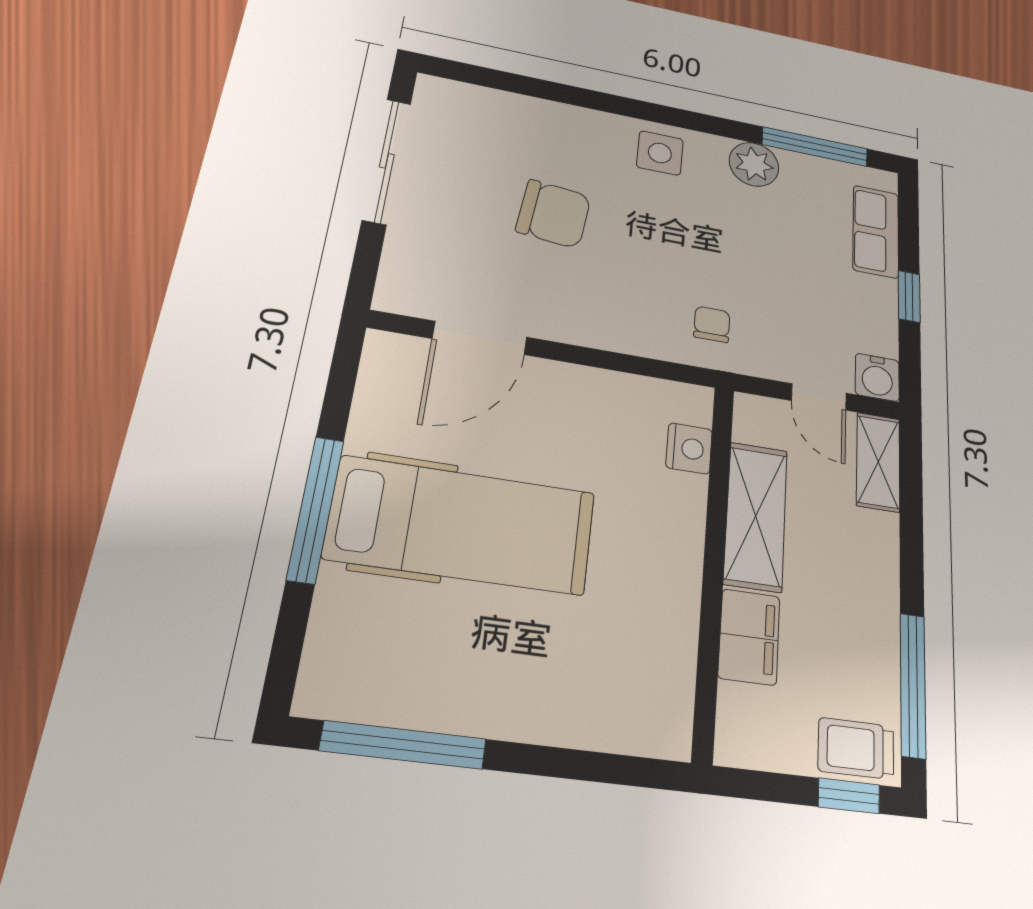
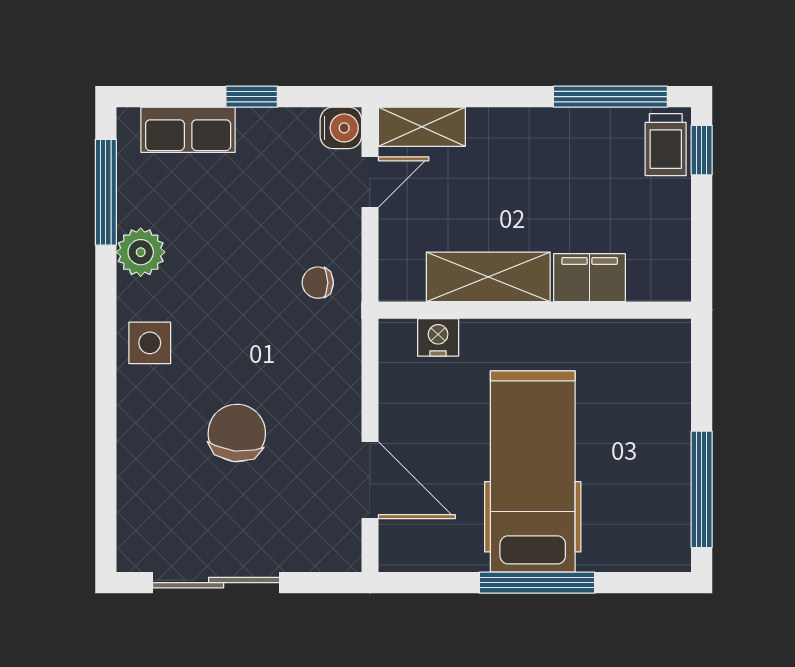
nightstand: (689, 448) -> (438, 337), moved
shelving: (756, 516) -> (488, 277), moved
wall: (714, 565) -> (535, 310), moved
filing cabinet: (749, 637) -> (590, 278), moved

